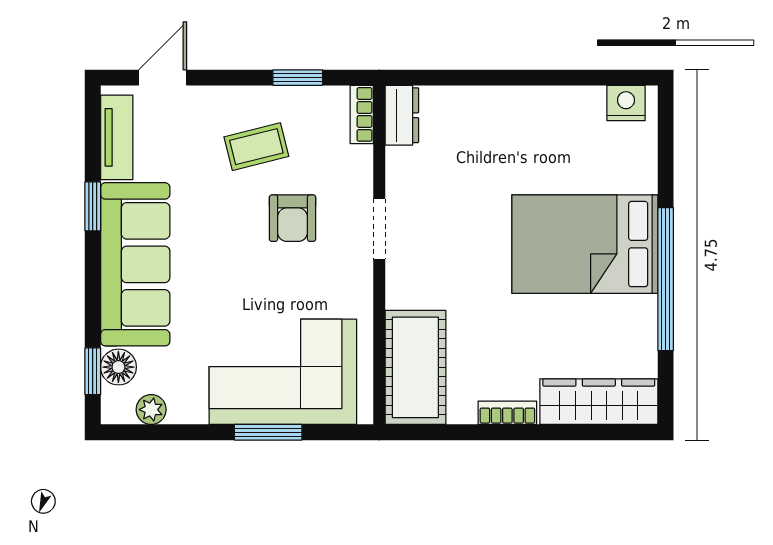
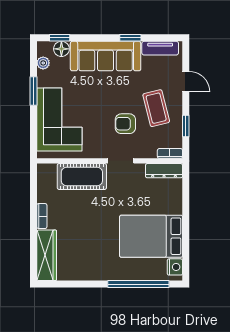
door: (163, 78) -> (186, 82), moved
dresser: (402, 115) -> (164, 171), width x1.44
coffee table: (256, 147) -> (156, 108), width x1.36, depth x1.30
bed: (585, 244) -> (151, 236), moved, turned -90
window: (666, 279) -> (138, 284), moved
cot: (415, 367) -> (82, 176), moved
window: (268, 432) -> (33, 91), moved

